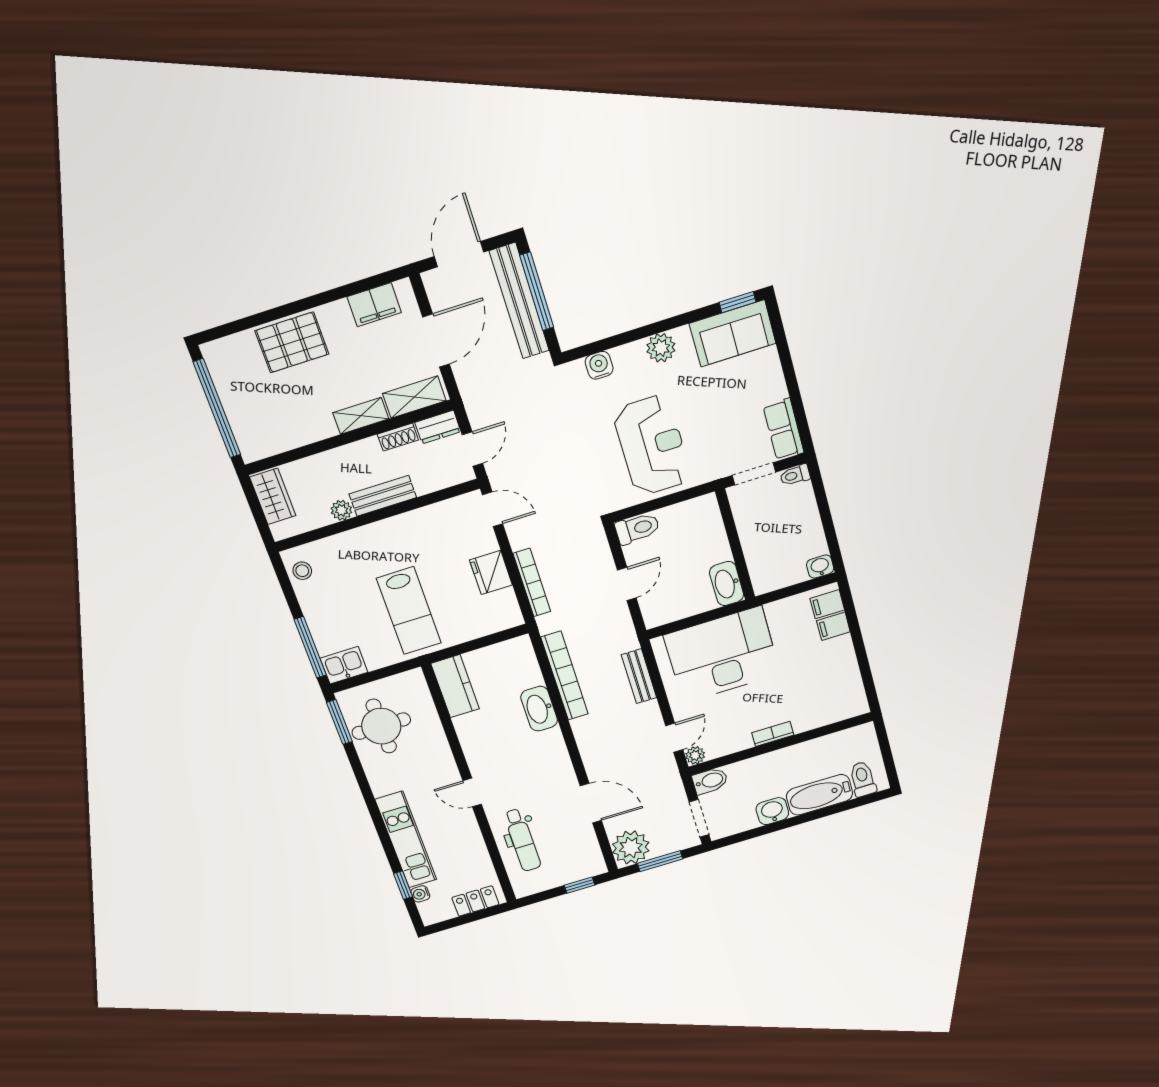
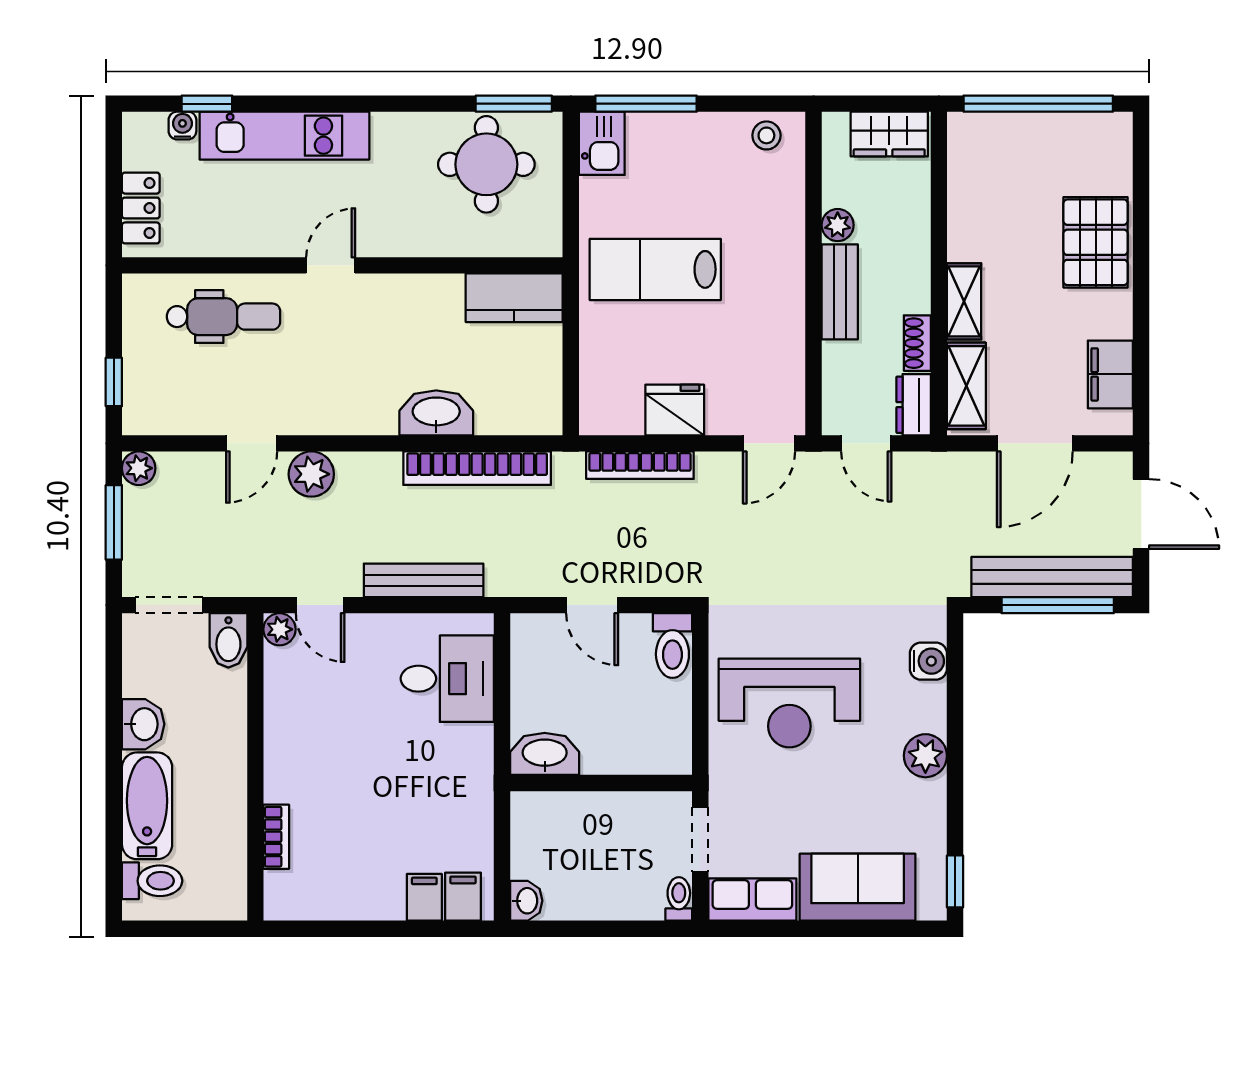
sofa: (733, 333) -> (858, 887), moved, turned 90
door: (436, 341) -> (1035, 443), hinge flipped
desk: (722, 655) -> (447, 679), width x0.53, depth x0.77
bench: (639, 676) -> (424, 580), width x1.36
bookcase: (773, 734) -> (276, 837), moved
plant: (598, 766) -> (311, 474), added
door: (591, 803) -> (252, 443), width x0.73
dental chair: (522, 840) -> (223, 317), turned 180
plant: (631, 848) -> (139, 468), width x0.53, depth x0.53

